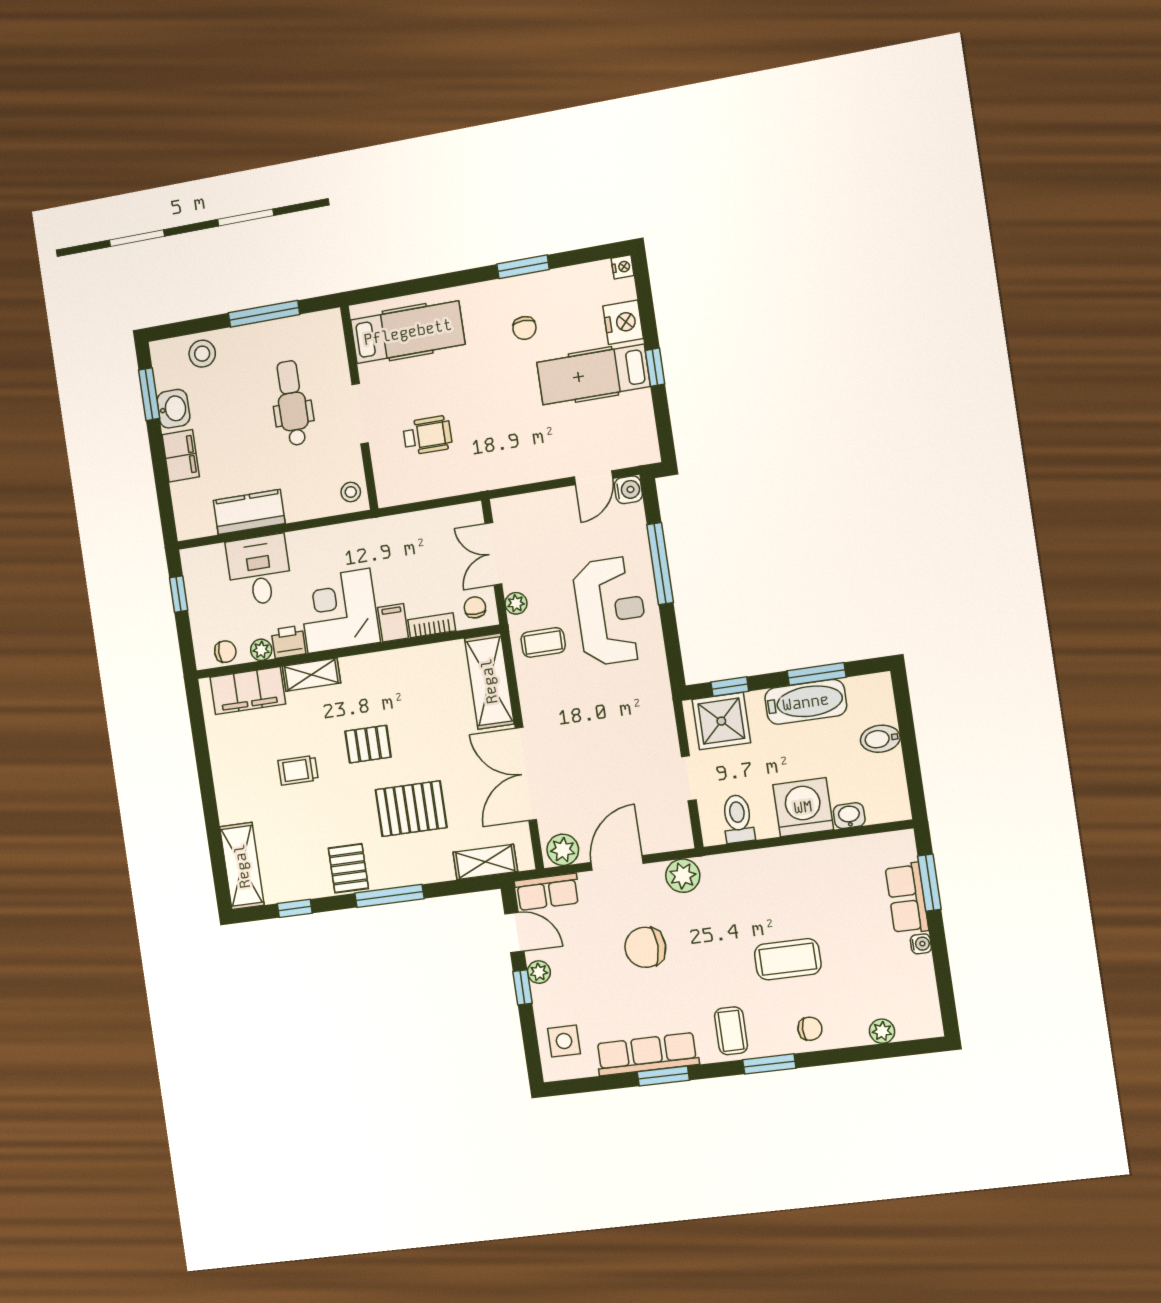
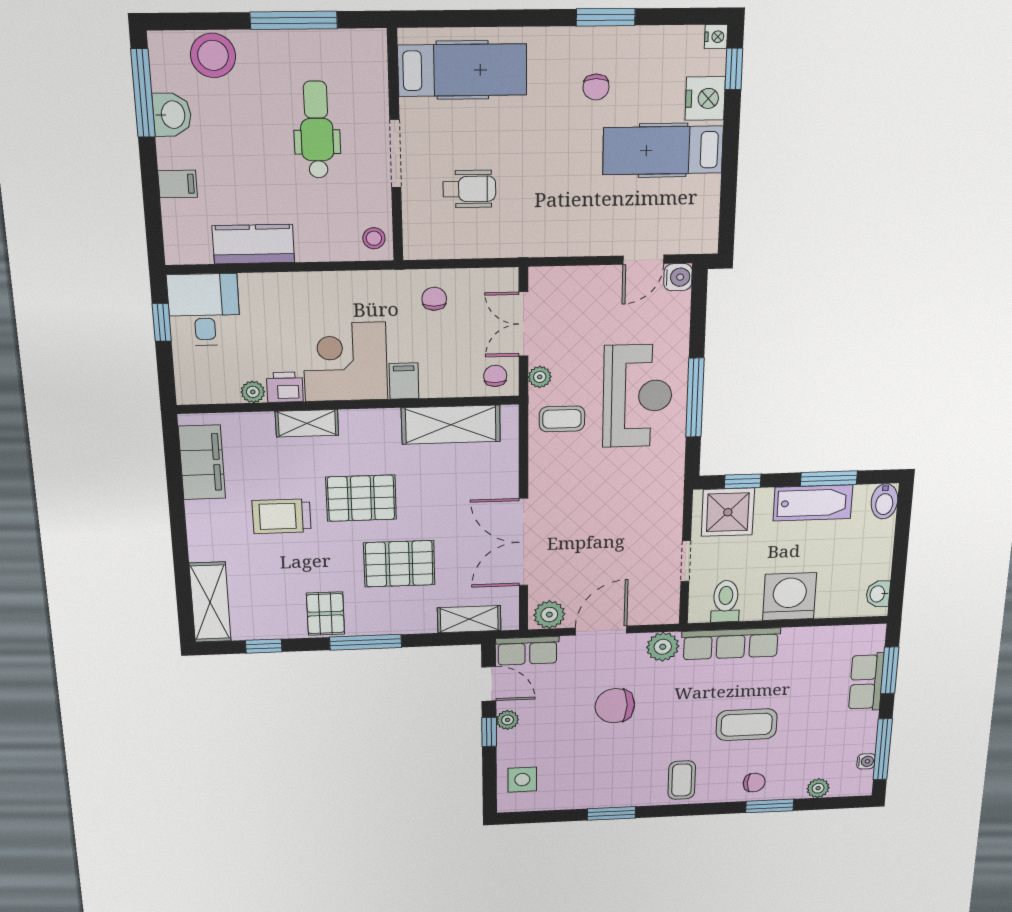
stool: (202, 354) -> (213, 55), width x1.38, depth x1.38
window: (655, 367) -> (734, 69), moved
window: (149, 394) -> (143, 93), width x1.44
filing cabinet: (181, 456) -> (178, 184), width x0.50
window: (660, 564) -> (695, 398), moved
desk: (259, 570) -> (204, 310), moved
bookcase: (432, 625) -> (446, 388), removed
chair: (225, 652) -> (434, 299), moved, turned -90
shelving: (489, 681) -> (451, 425), moved, turned 90
filing cabinet: (248, 691) -> (202, 462), moved, turned -90
bidet: (880, 739) -> (884, 501), moved, turned -90
pallet: (368, 744) -> (361, 498), width x1.50, depth x1.42
trolley: (298, 770) -> (282, 516), width x1.36, depth x1.39
washbasin: (849, 816) -> (878, 594), moved, turned -90
water cooler: (921, 944) -> (866, 761), moved
window: (944, 978) -> (883, 749), added
row of seats: (647, 1054) -> (731, 644), moved, turned 180
window: (769, 1064) -> (770, 806), moved

